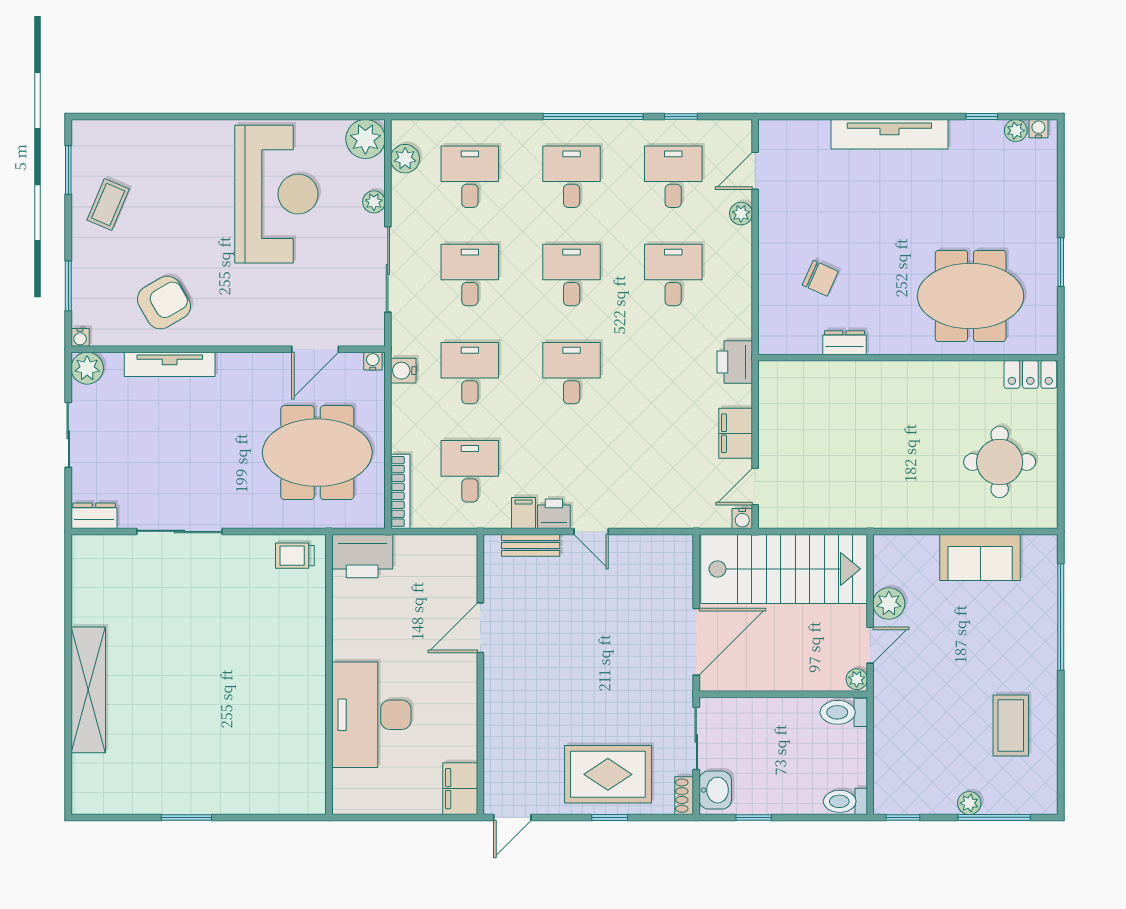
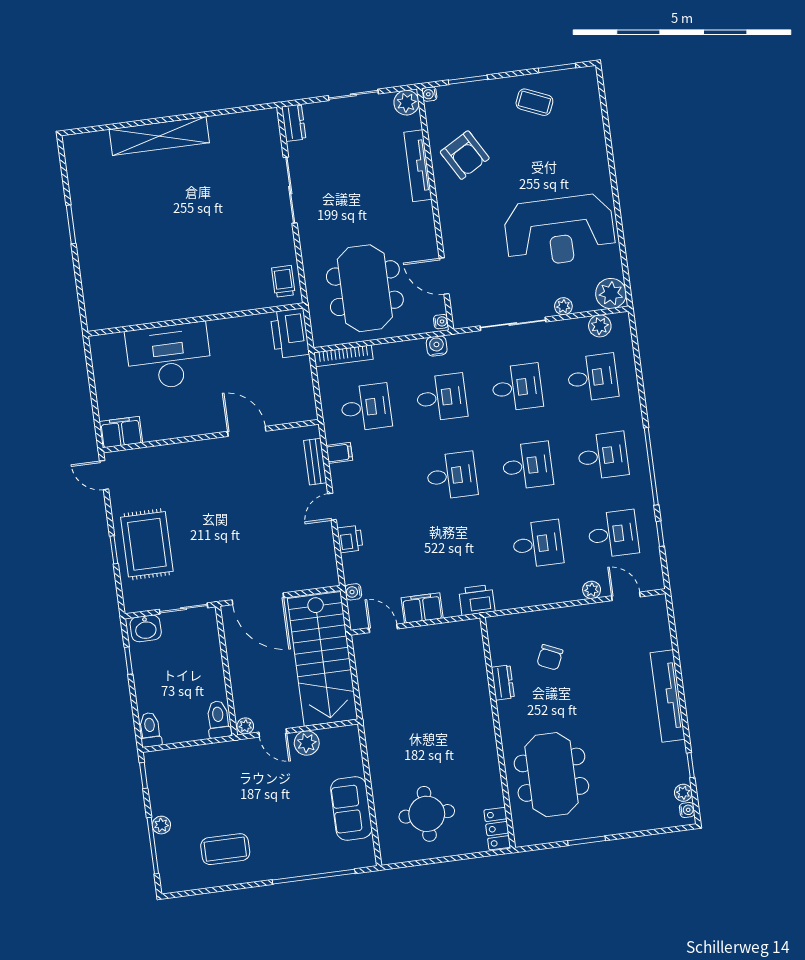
printer: (554, 514) -> (350, 539), moved
water cooler: (742, 519) -> (353, 592), moved
shoe rack: (684, 796) -> (138, 605), removed

